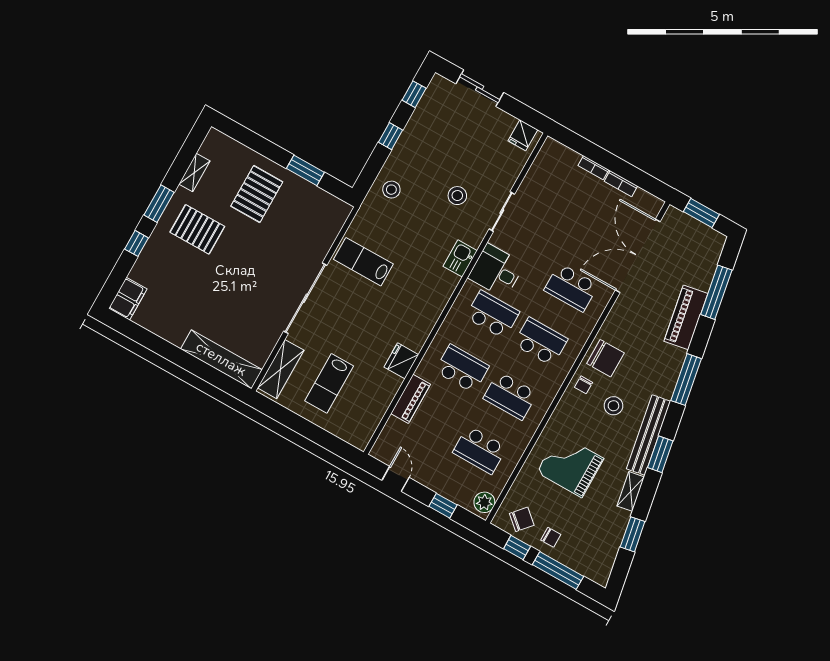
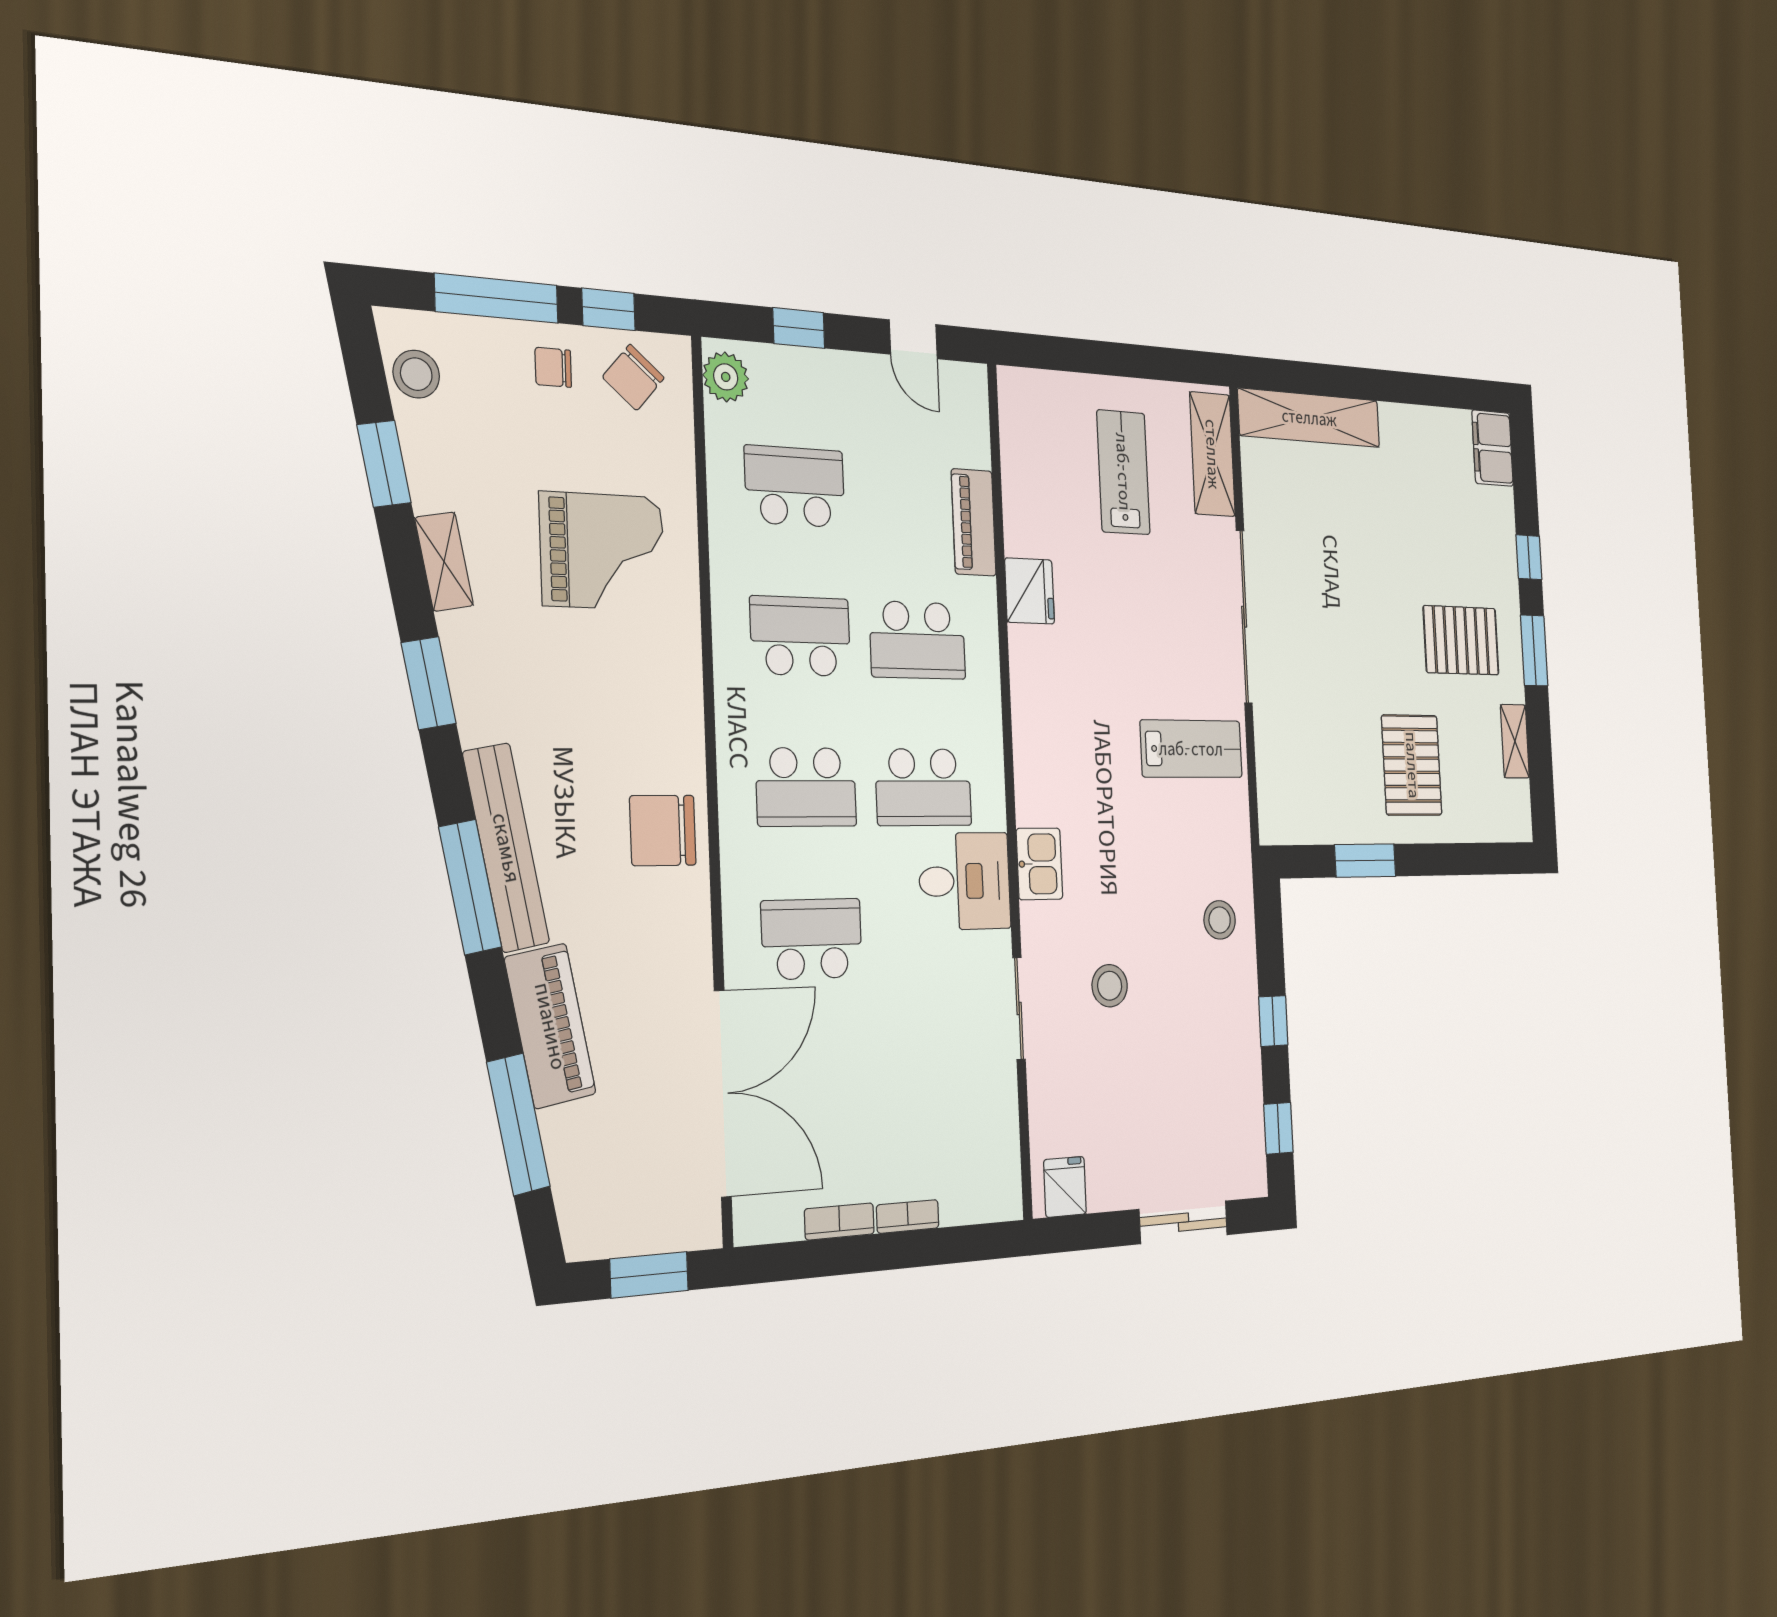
chair: (583, 385) -> (674, 745), removed
stool: (613, 406) -> (416, 374), moved
bench: (649, 435) -> (506, 848), moved

